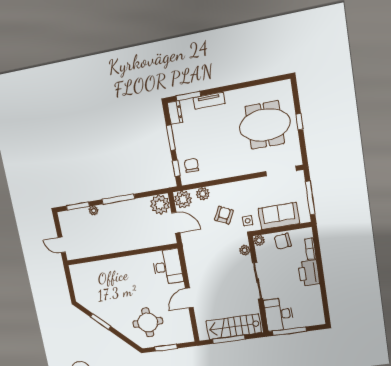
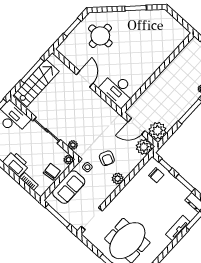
plant: (203, 194) -> (118, 179), moved

